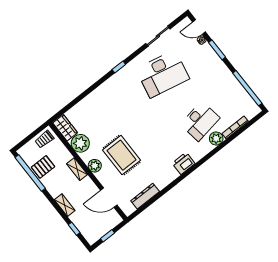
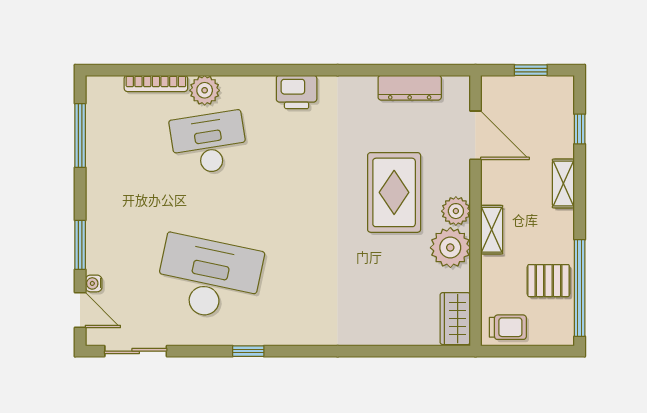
sliding door: (158, 36) -> (136, 351), moved
window: (119, 67) -> (248, 351), moved
window: (247, 88) -> (80, 136), width x0.68
plant: (80, 143) -> (450, 248), moved

